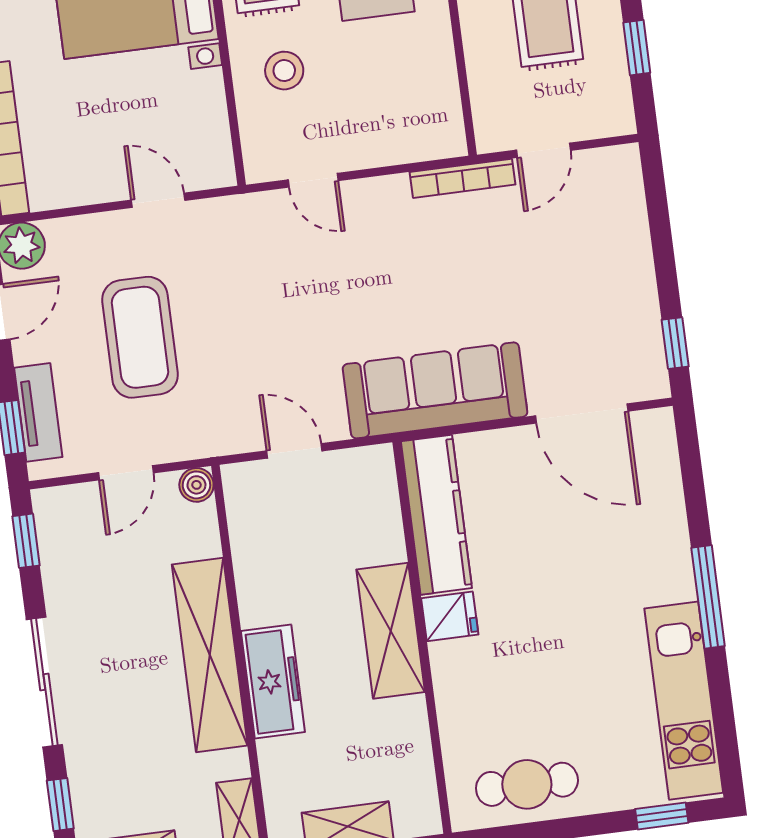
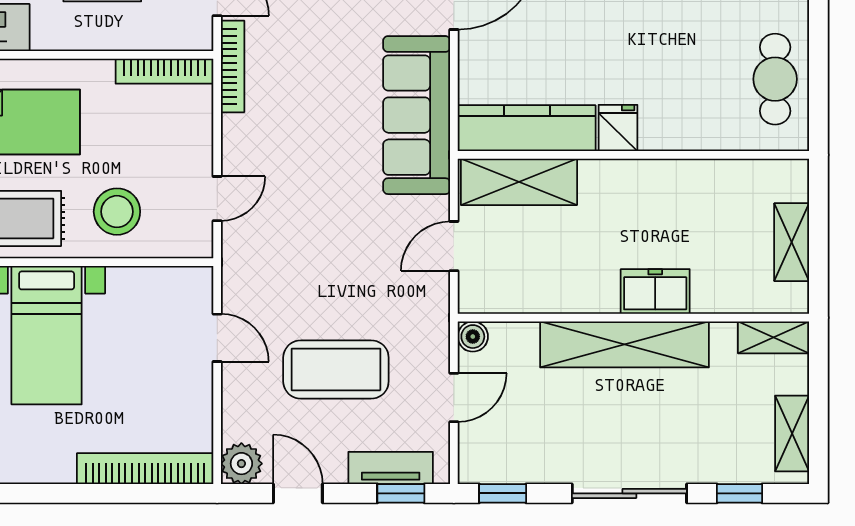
stool: (284, 71) -> (117, 212), width x1.38, depth x1.38
bookcase: (447, 103) -> (164, 71), added
door: (158, 200) -> (217, 338), swing flipped
door: (126, 473) -> (454, 397), hinge flipped
shelving: (391, 631) -> (519, 182), moved
freezer: (273, 682) -> (655, 292), width x0.71

